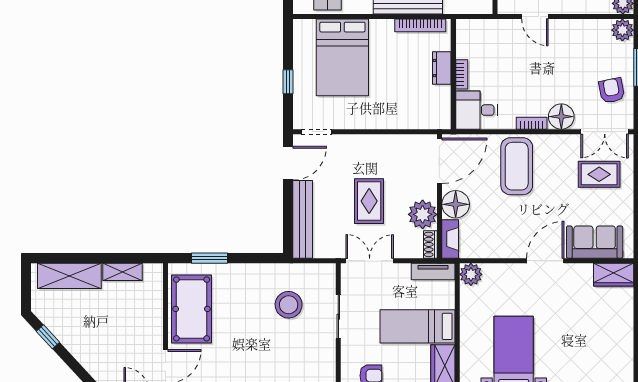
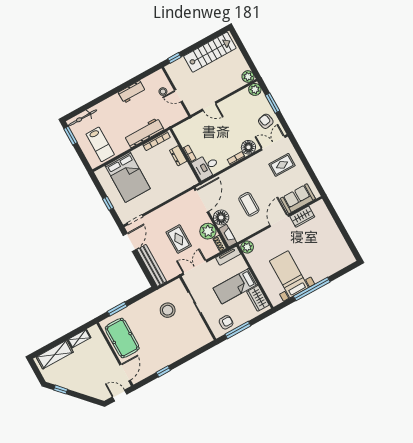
double door: (605, 132) -> (273, 143), swing flipped
coffee table: (517, 166) -> (249, 204), moved, width x0.73, depth x0.76
wardrobe: (614, 275) -> (302, 217), moved

